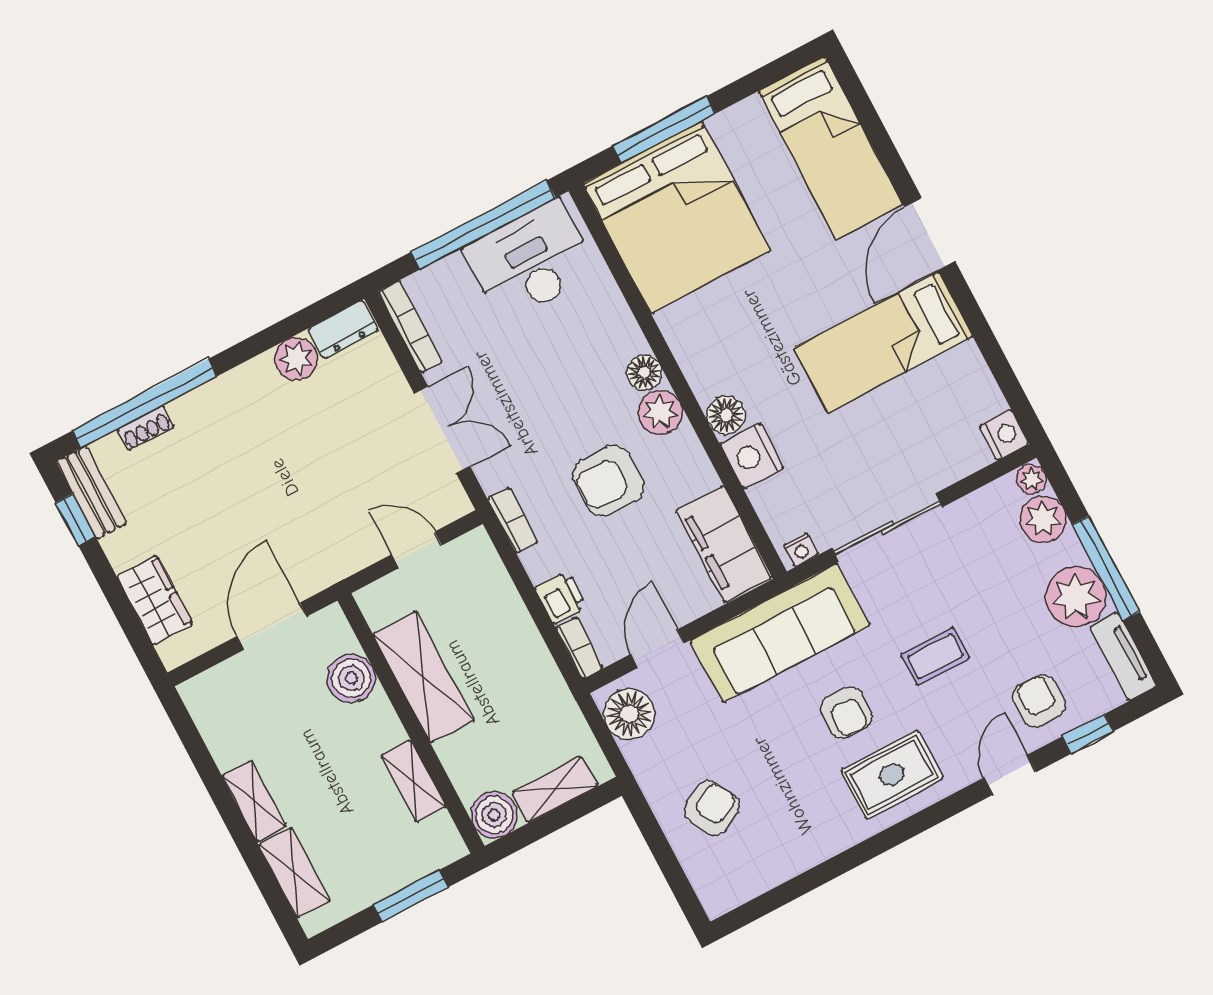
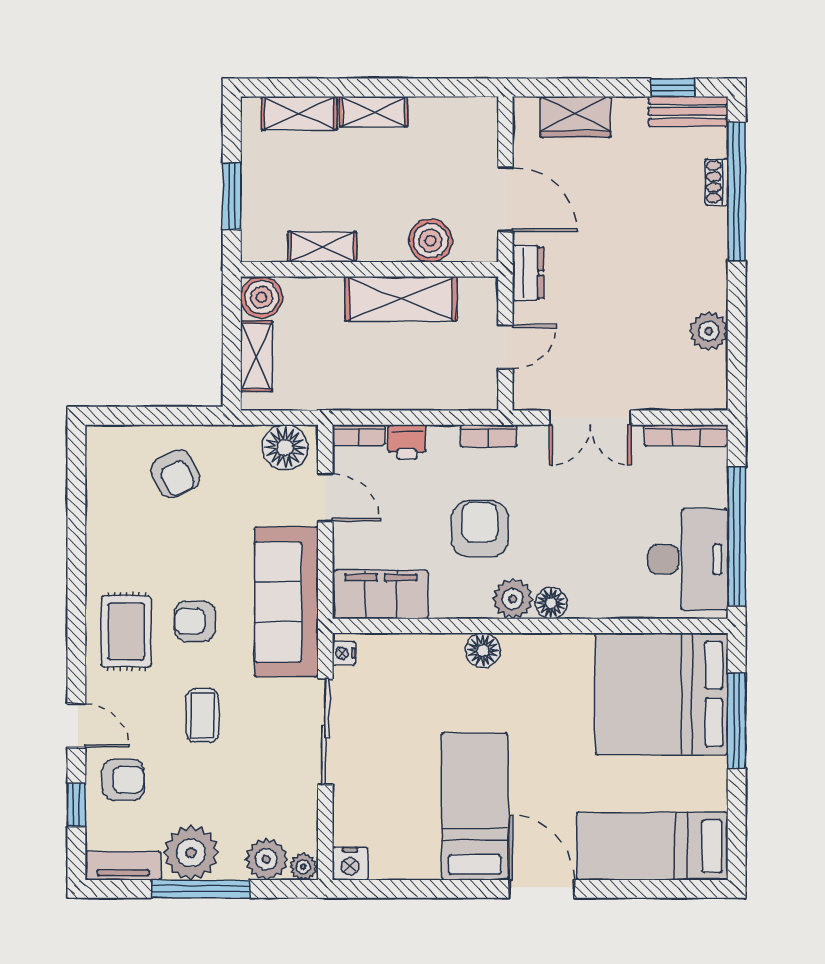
dresser: (343, 329) -> (528, 273), moved, turned 180
nightstand: (752, 456) -> (439, 654), removed

